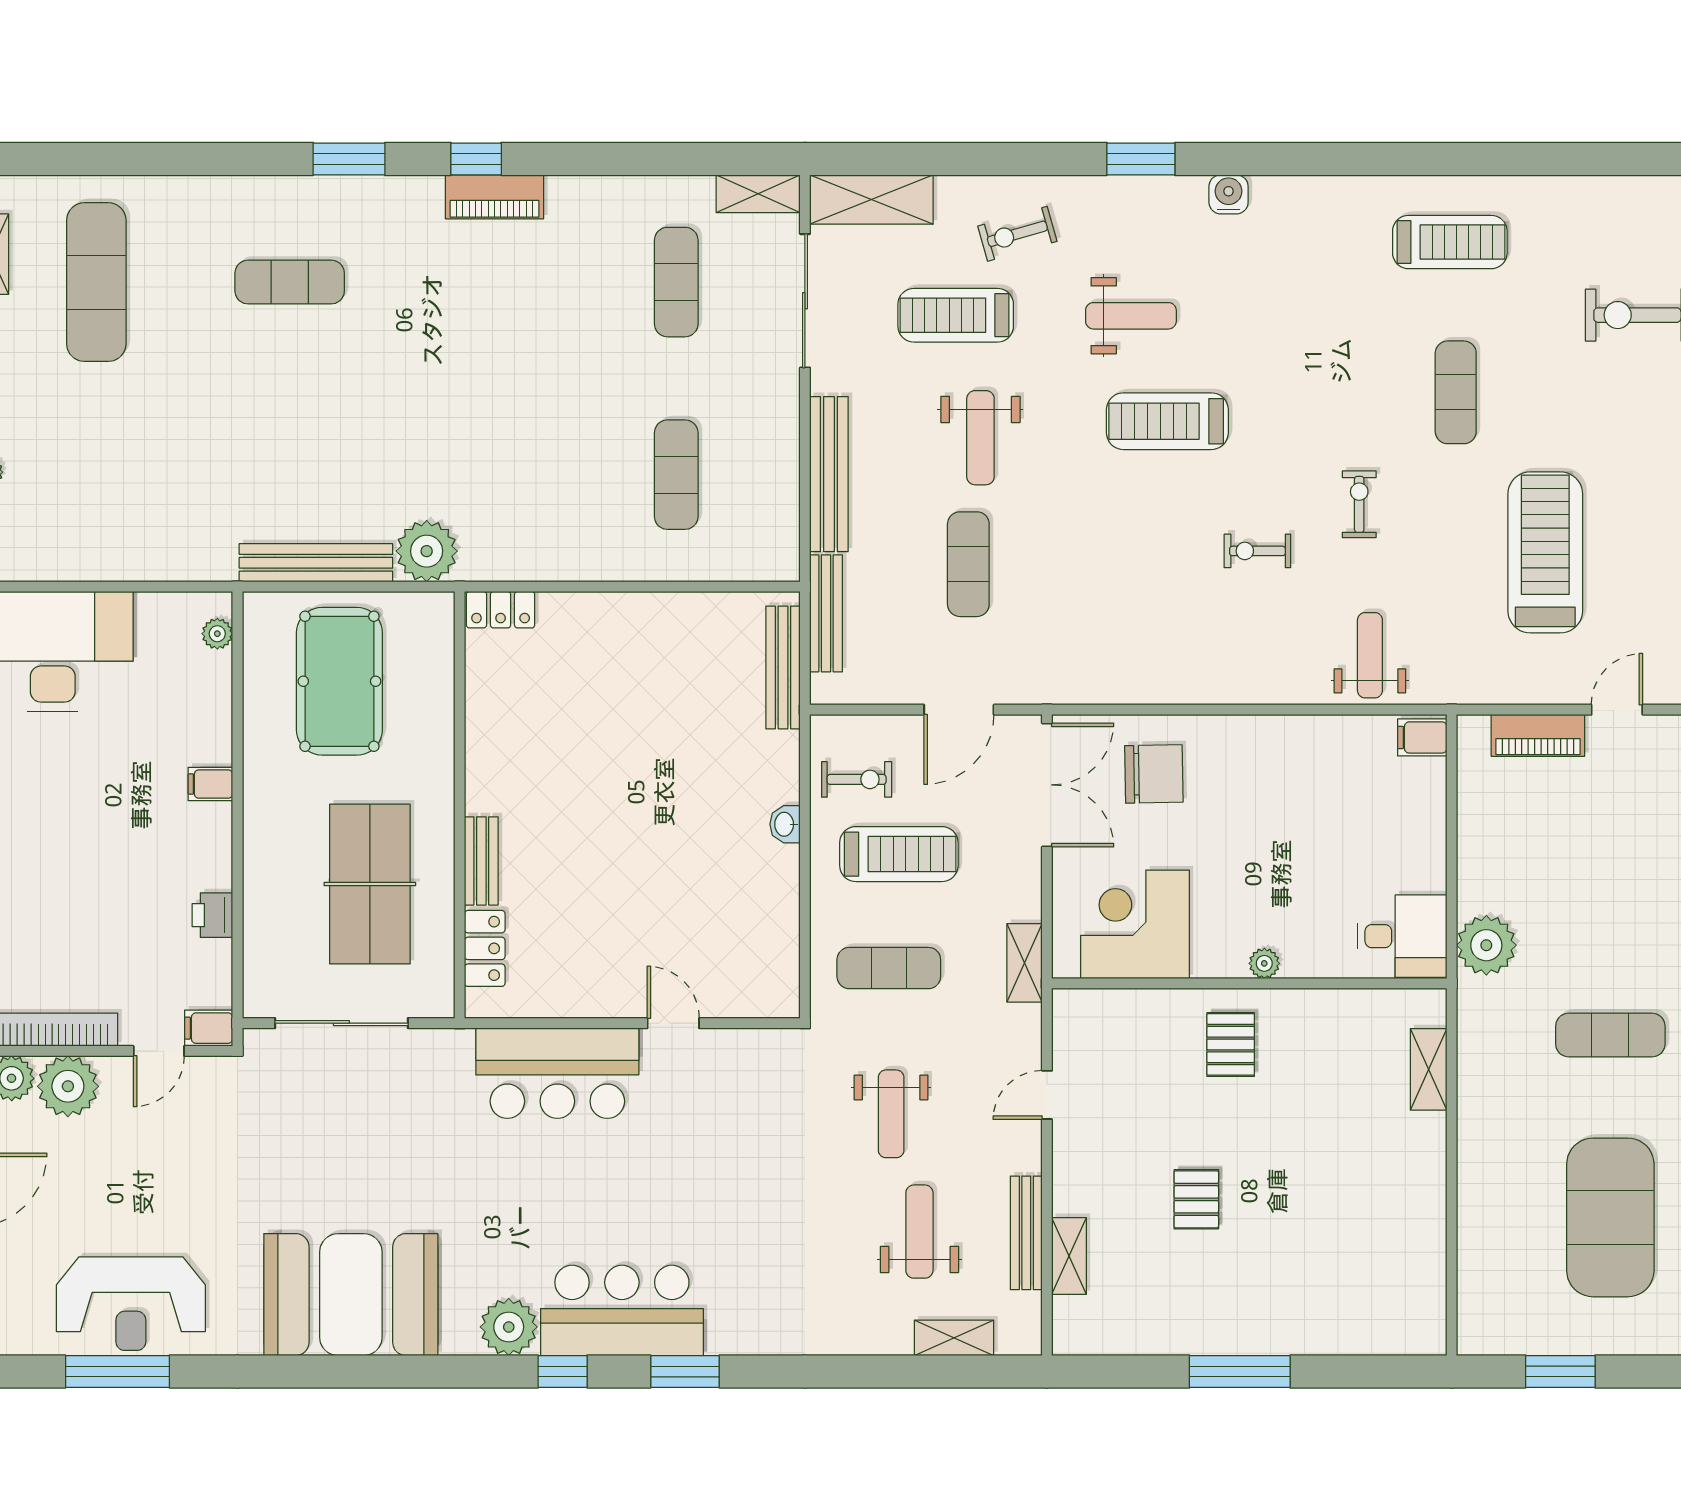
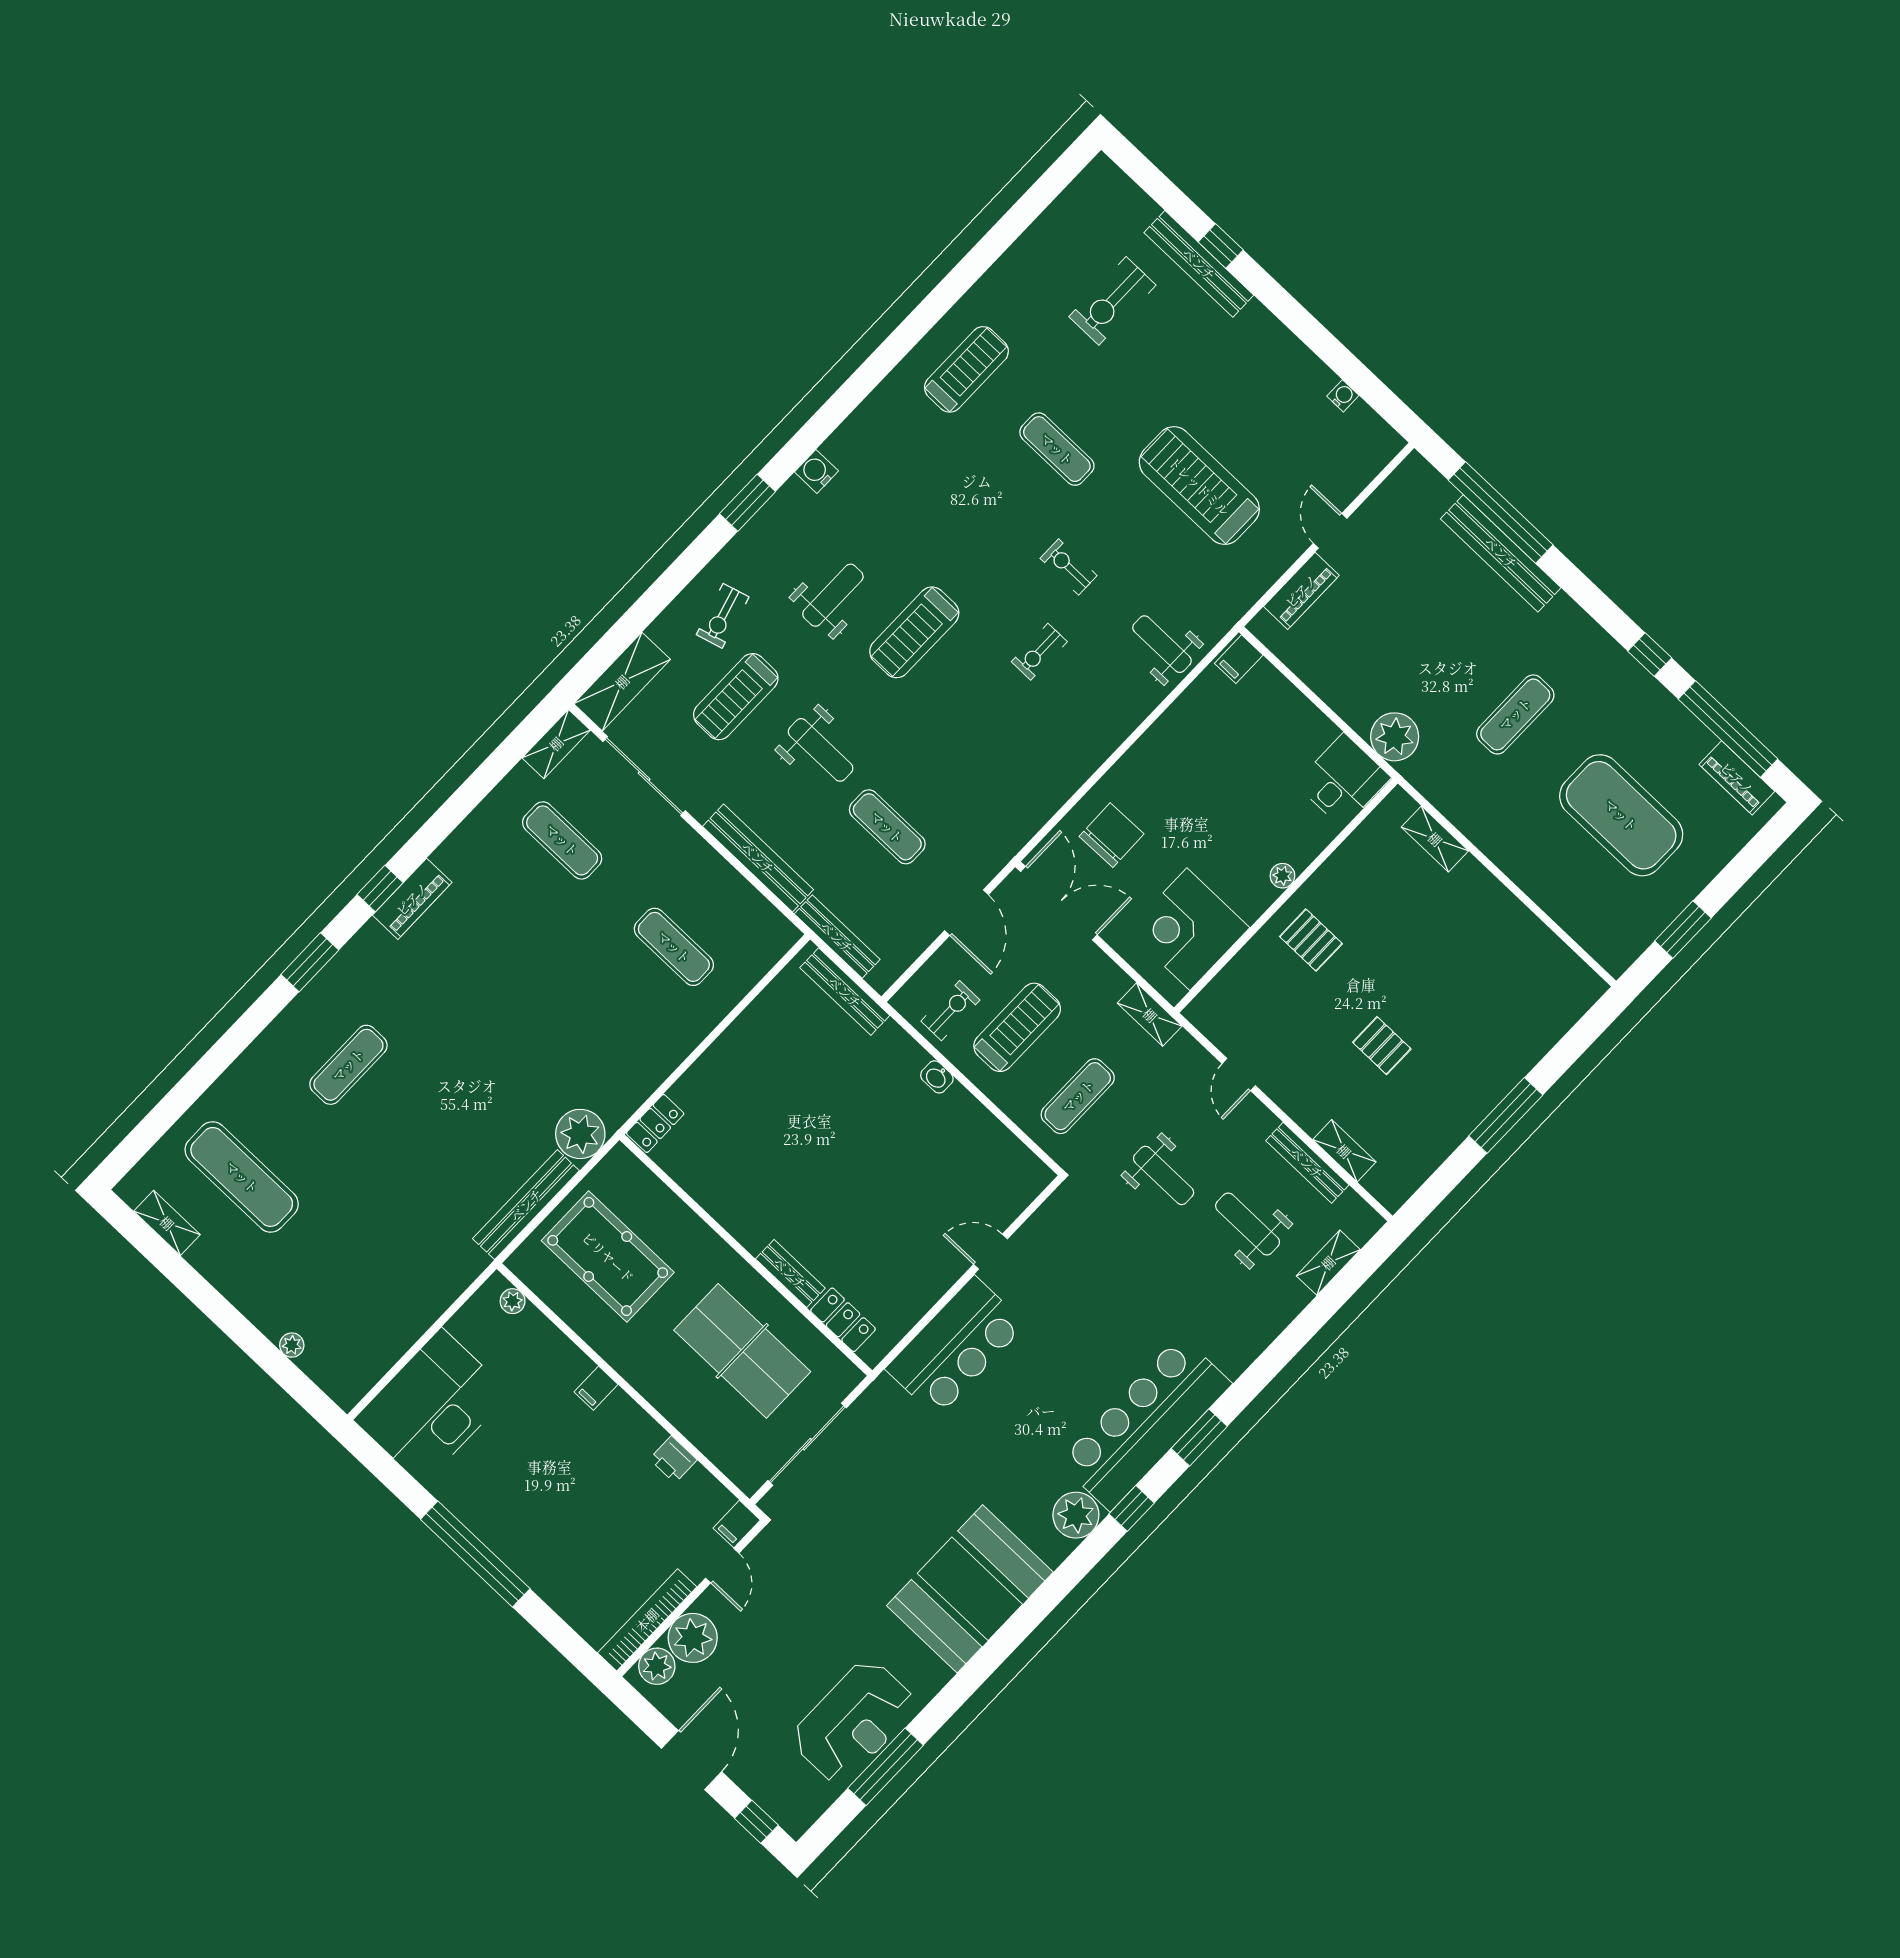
bar counter: (622, 1310) -> (1145, 1423), width x1.36

